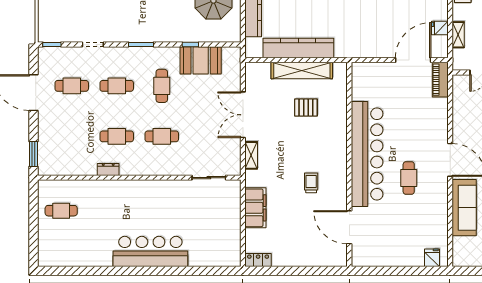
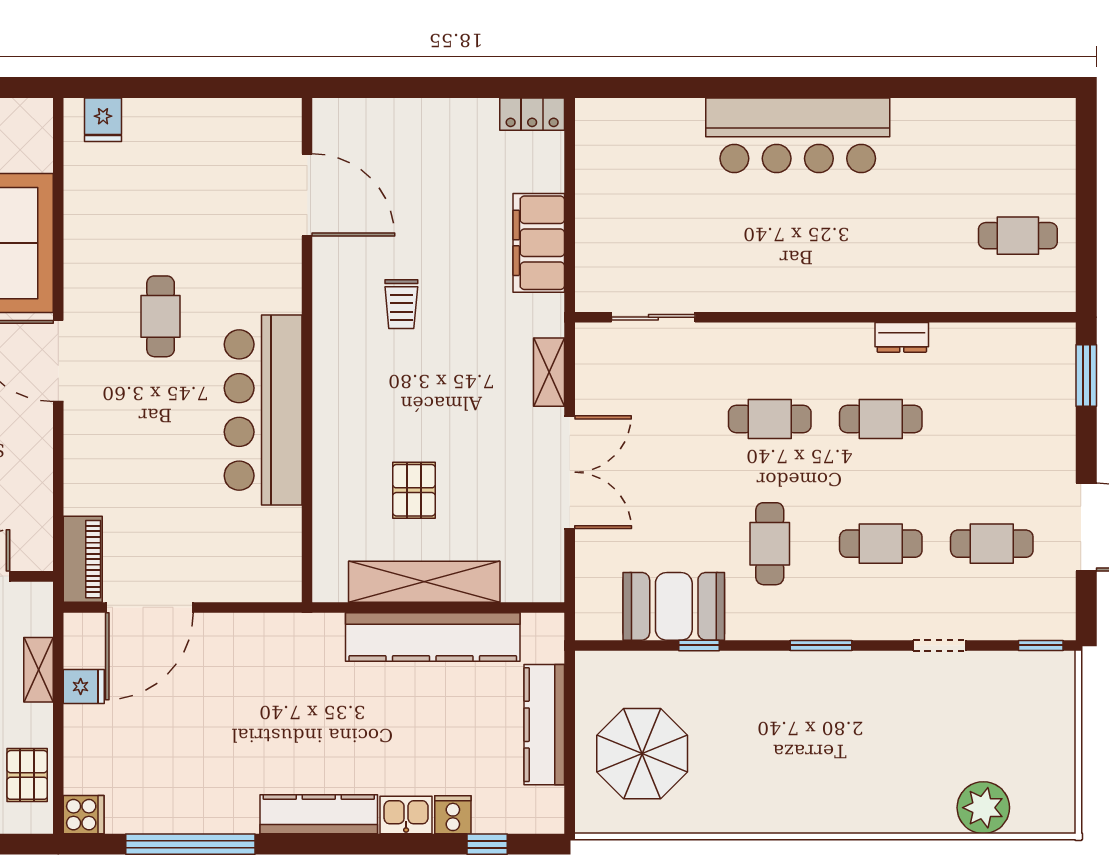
pallet: (306, 108) -> (414, 490), turned 90
bar counter: (367, 154) -> (263, 410), width x0.73

